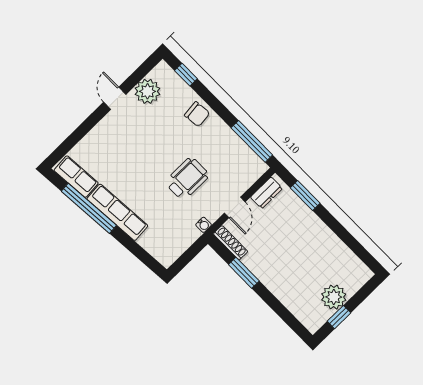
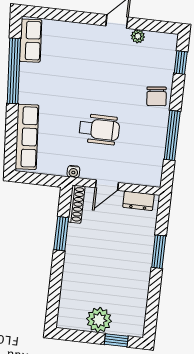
plant: (148, 91) -> (138, 36), width x0.53, depth x0.53
window: (252, 141) -> (172, 135), moved
window: (305, 195) -> (159, 252), moved
row of seats: (117, 212) -> (27, 137), moved
window: (339, 317) -> (116, 340), moved

